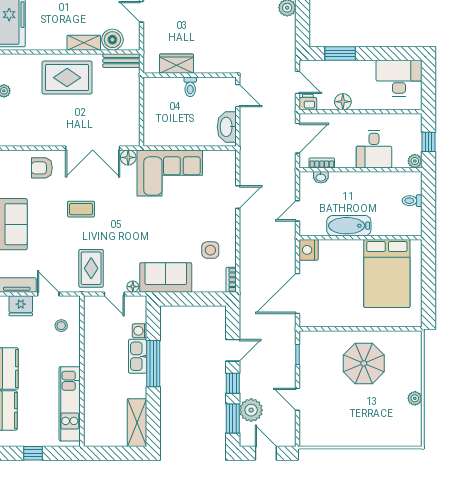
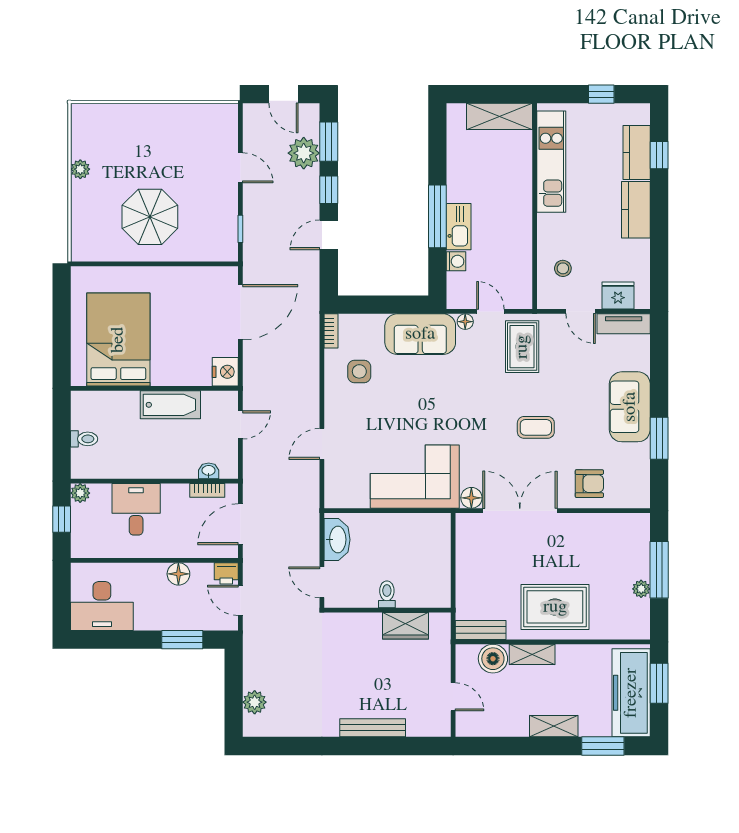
shelving: (137, 423) -> (500, 116), moved, turned 90

